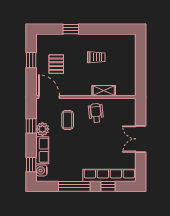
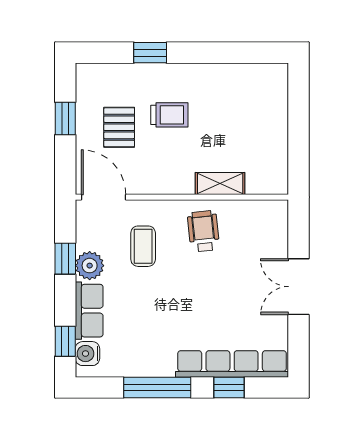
trolley: (96, 57) -> (169, 115), moved

